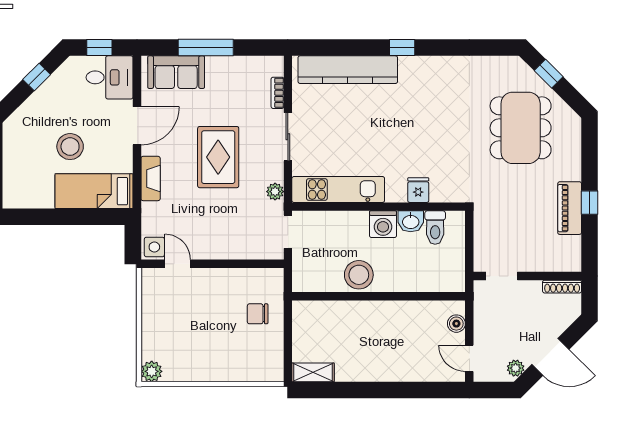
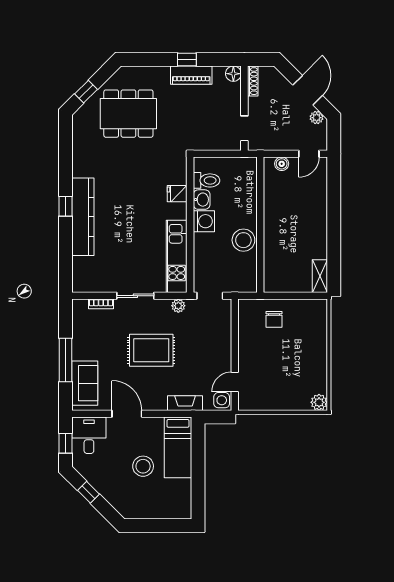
kitchen counter: (348, 70) -> (83, 217), moved
fireplace: (151, 178) -> (185, 403), moved
floor lamp: (572, 262) -> (233, 74), added

